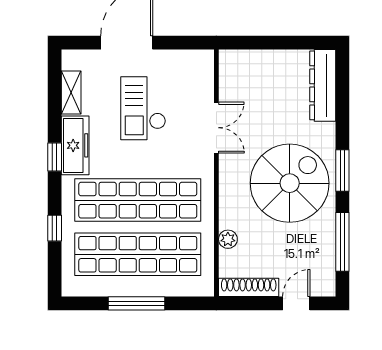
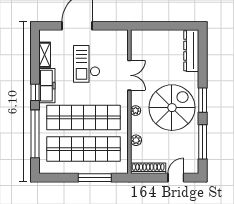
plant: (227, 188) -> (136, 111), added
window: (55, 228) -> (35, 134), width x3.17
window: (136, 303) -> (95, 178), moved

